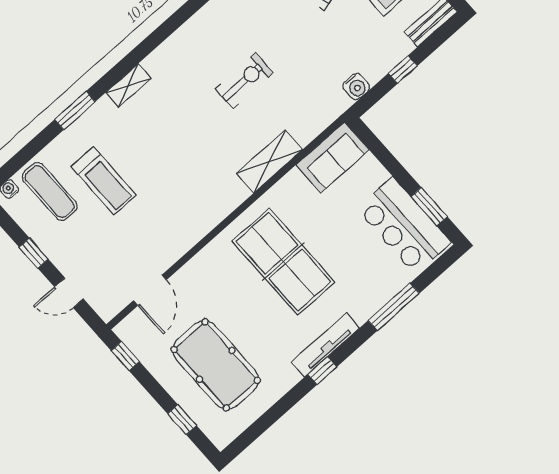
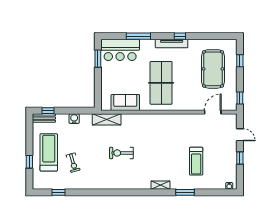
window: (403, 69) -> (48, 111), moved
water cooler: (356, 87) -> (74, 119), moved
sofa: (332, 157) -> (125, 103), moved
shelving: (269, 161) -> (107, 119), moved
treadmill: (104, 181) -> (196, 161), turned 180
exercise mat: (50, 192) -> (217, 173), removed
bar counter: (404, 226) -> (120, 50), moved, turned 90

